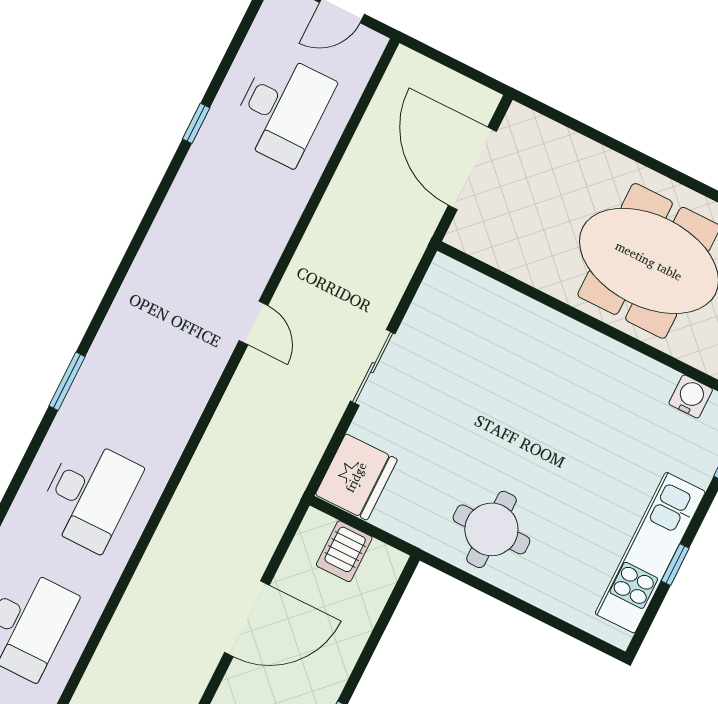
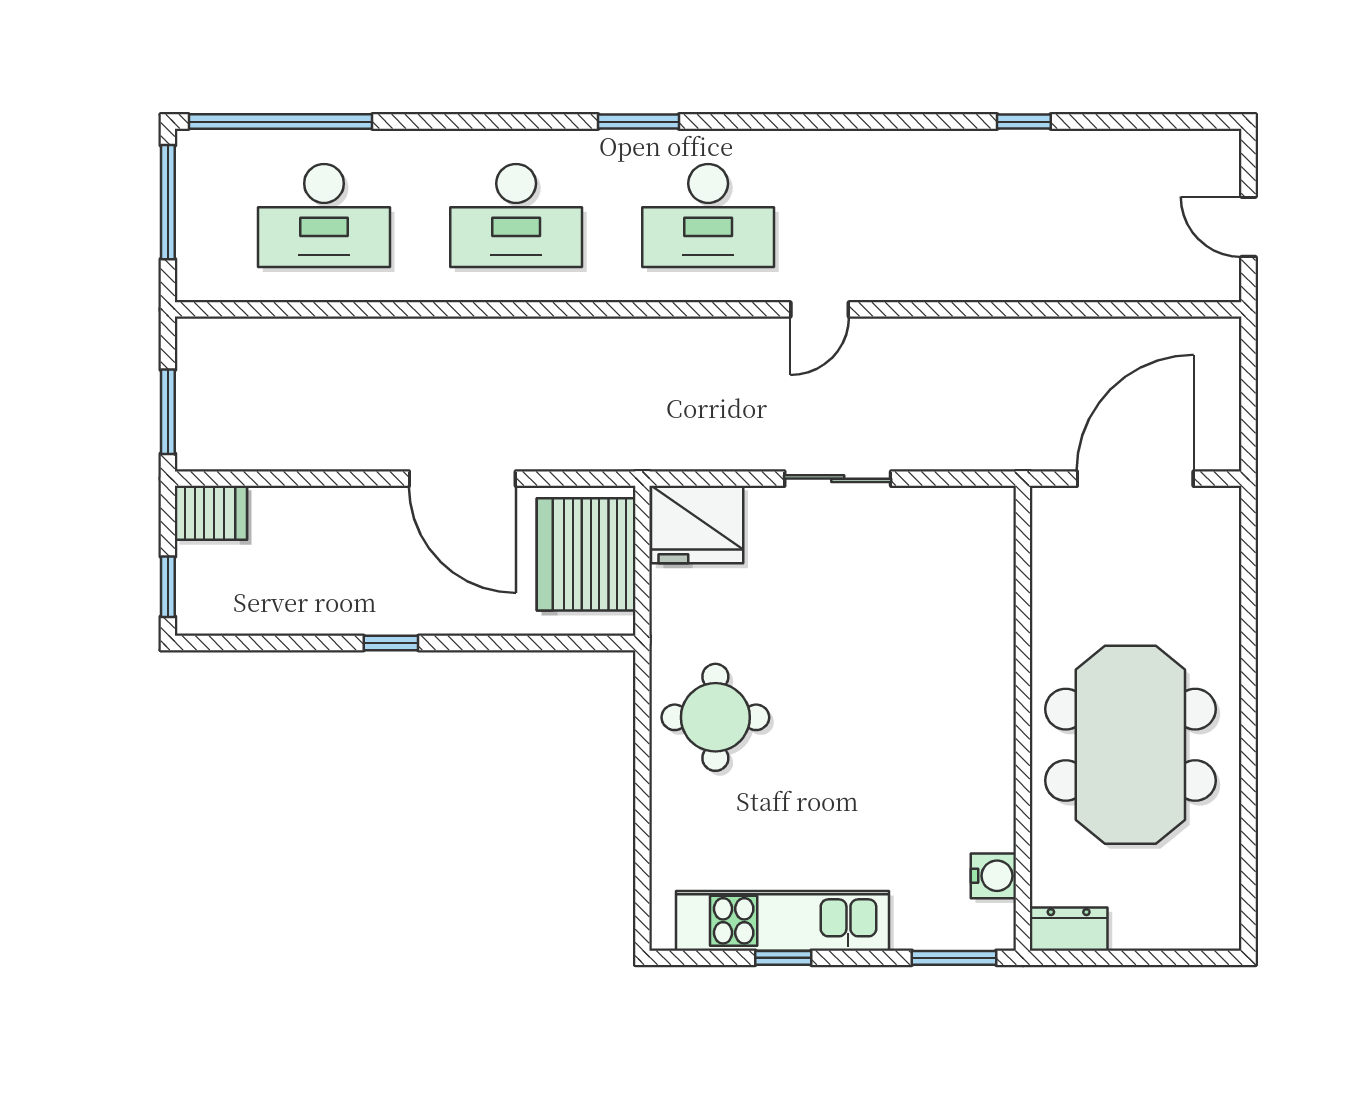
desk: (282, 109) -> (708, 215), moved
server rack: (344, 551) -> (586, 554), width x2.18, depth x1.44

